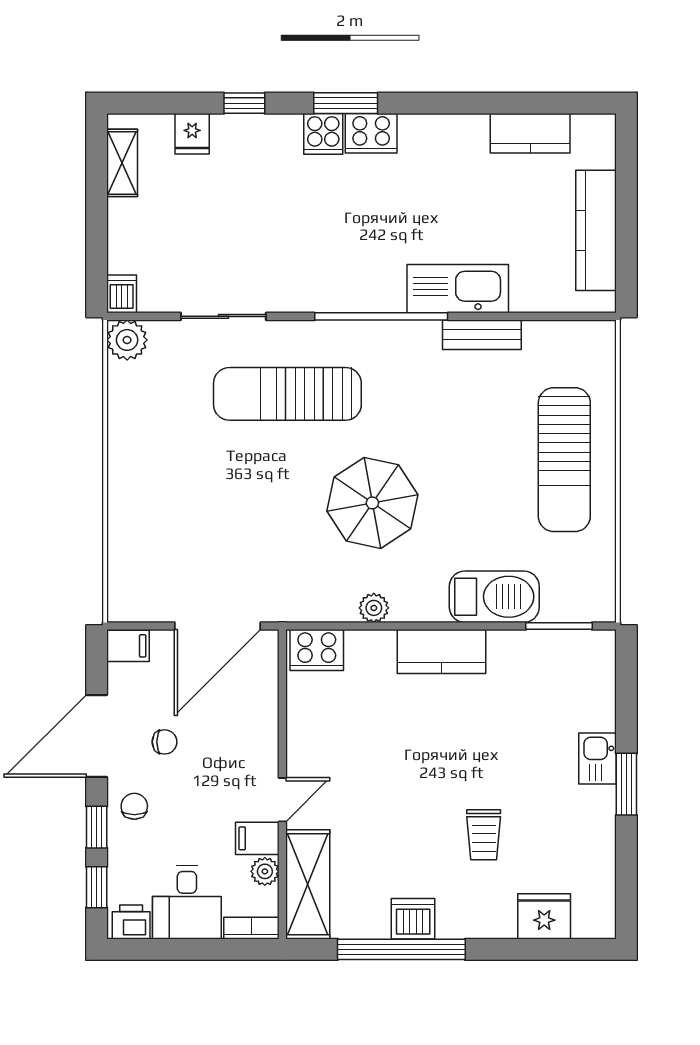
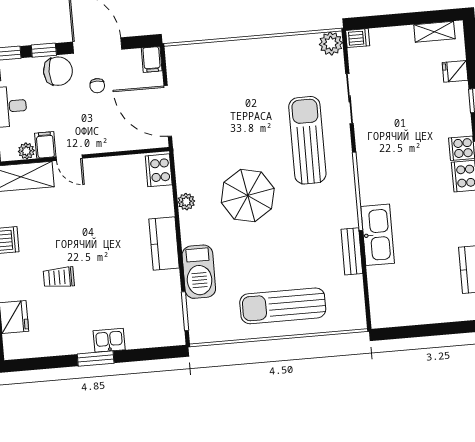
kitchen counter: (596, 230) -> (419, 313), removed
chair: (134, 806) -> (58, 71), width x1.87, depth x1.87

